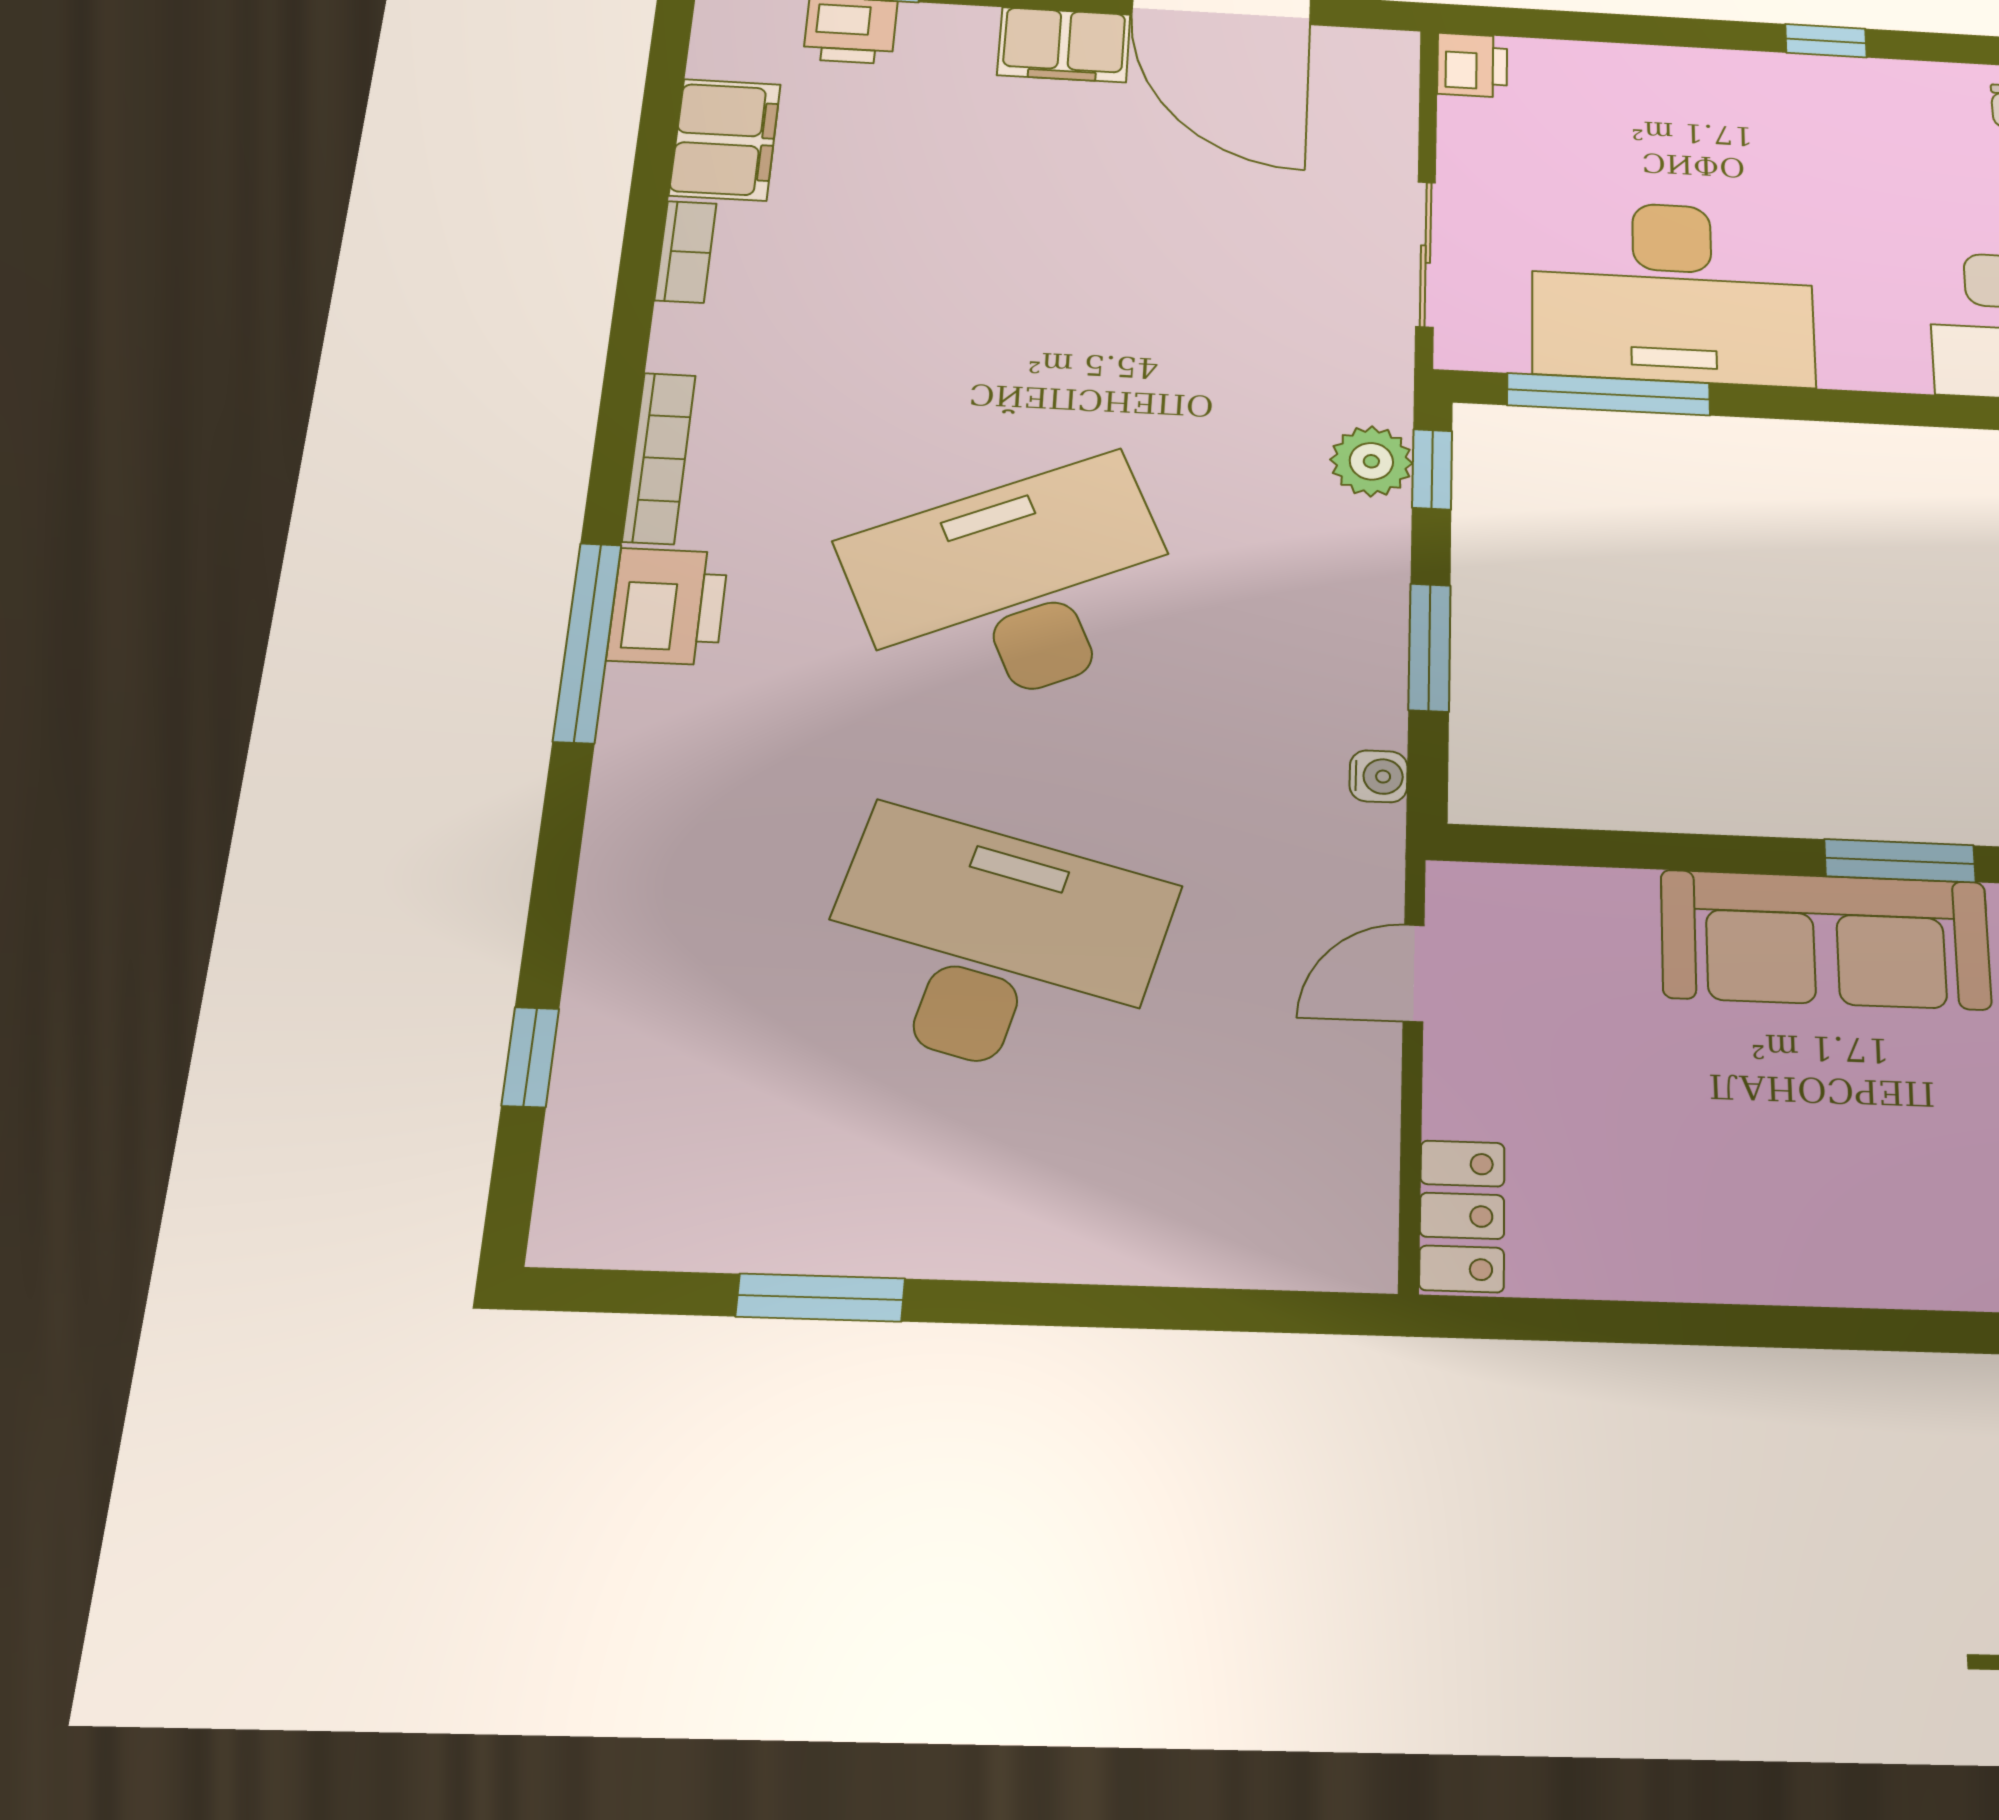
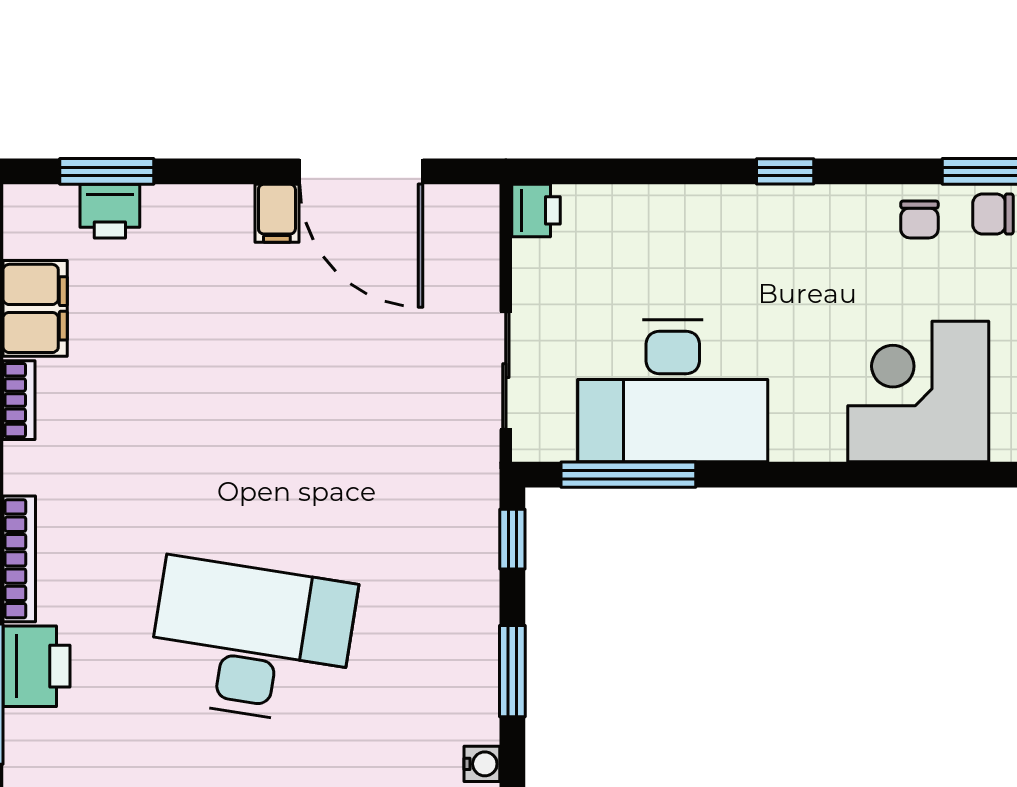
filing cabinet: (1064, 45) -> (277, 213), width x0.50
plant: (1371, 461) -> (473, 535), removed
desk: (1018, 587) -> (251, 641), turned 33

